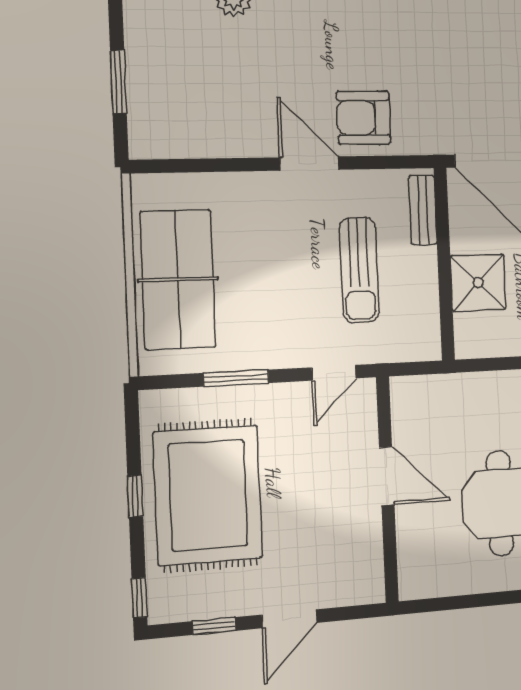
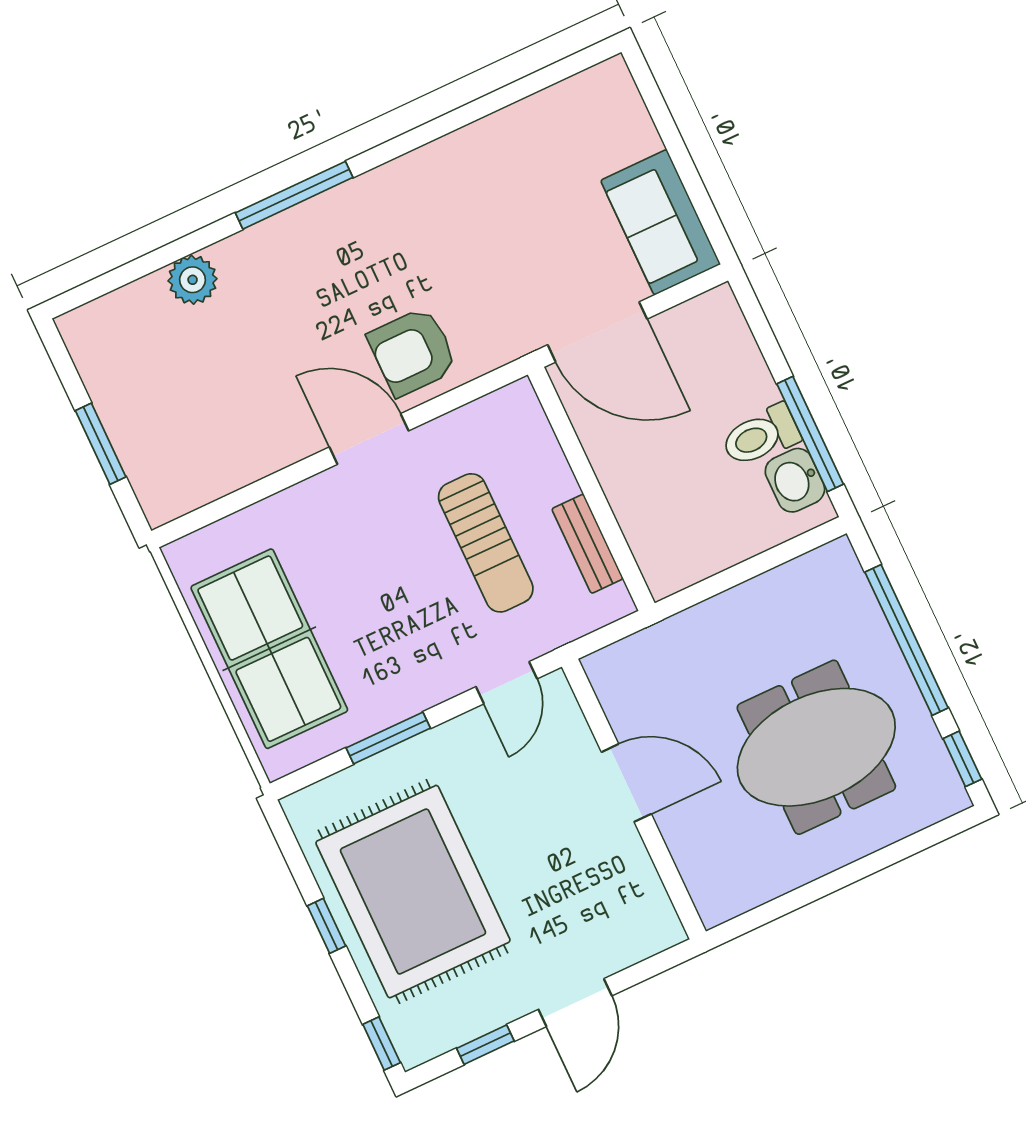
bench: (423, 210) -> (587, 544), moved
shower: (478, 283) -> (645, 494), removed

